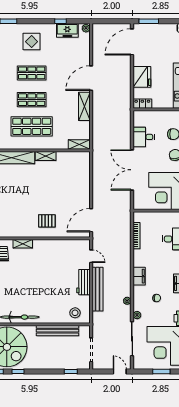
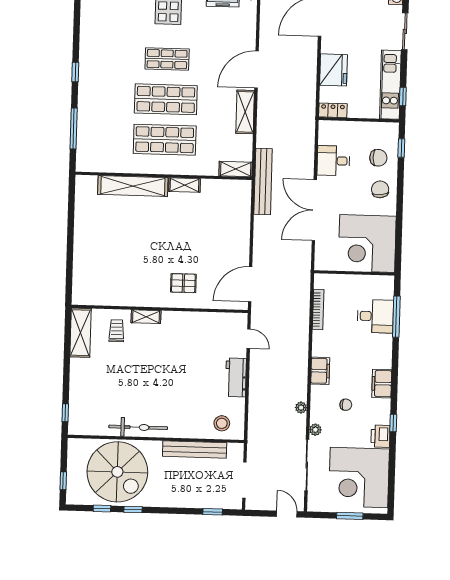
shop shelf: (32, 100) -> (166, 99), width x1.43, depth x1.36
bench: (98, 289) -> (263, 181), moved

